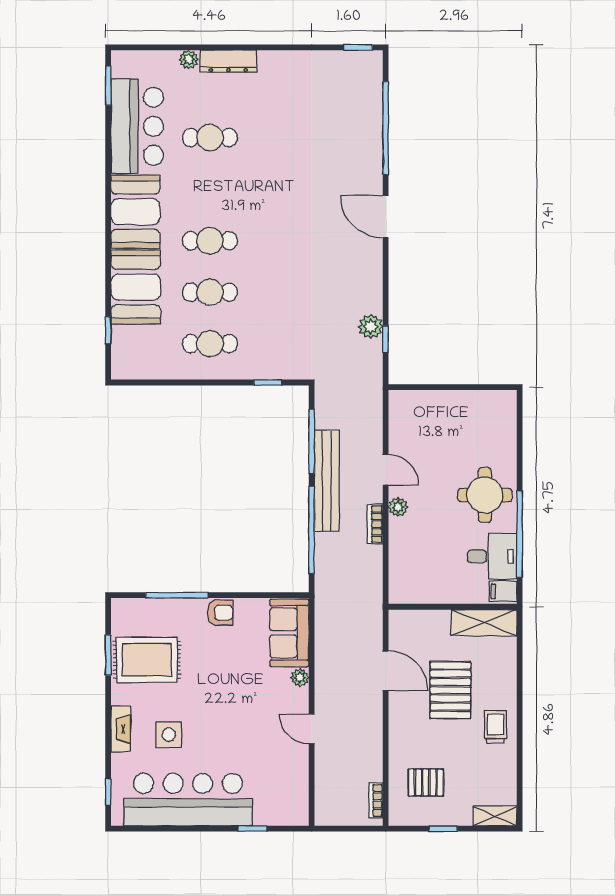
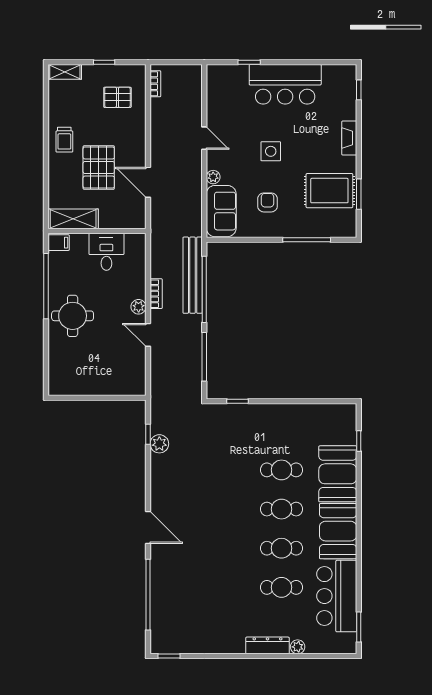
cafe table: (210, 344) -> (281, 548), moved
bench: (327, 481) -> (193, 275), moved
desk: (492, 556) -> (106, 252), moved, turned 90
armchair: (220, 613) -> (268, 202), moved, turned 90
side table: (169, 735) -> (271, 151), moved
bar counter: (188, 800) -> (285, 84), width x0.73

